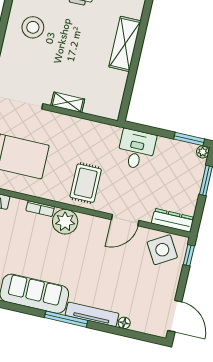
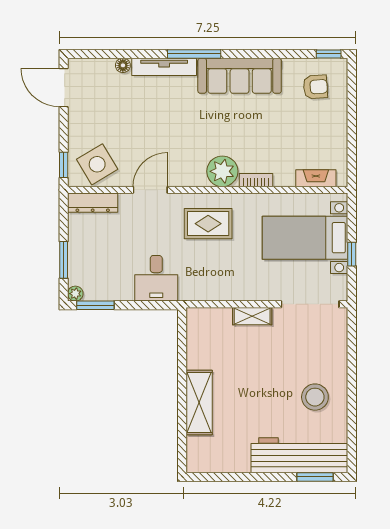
rug: (86, 183) -> (208, 224), turned 90

